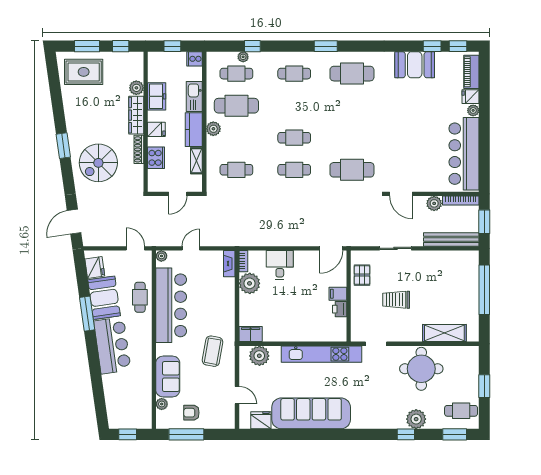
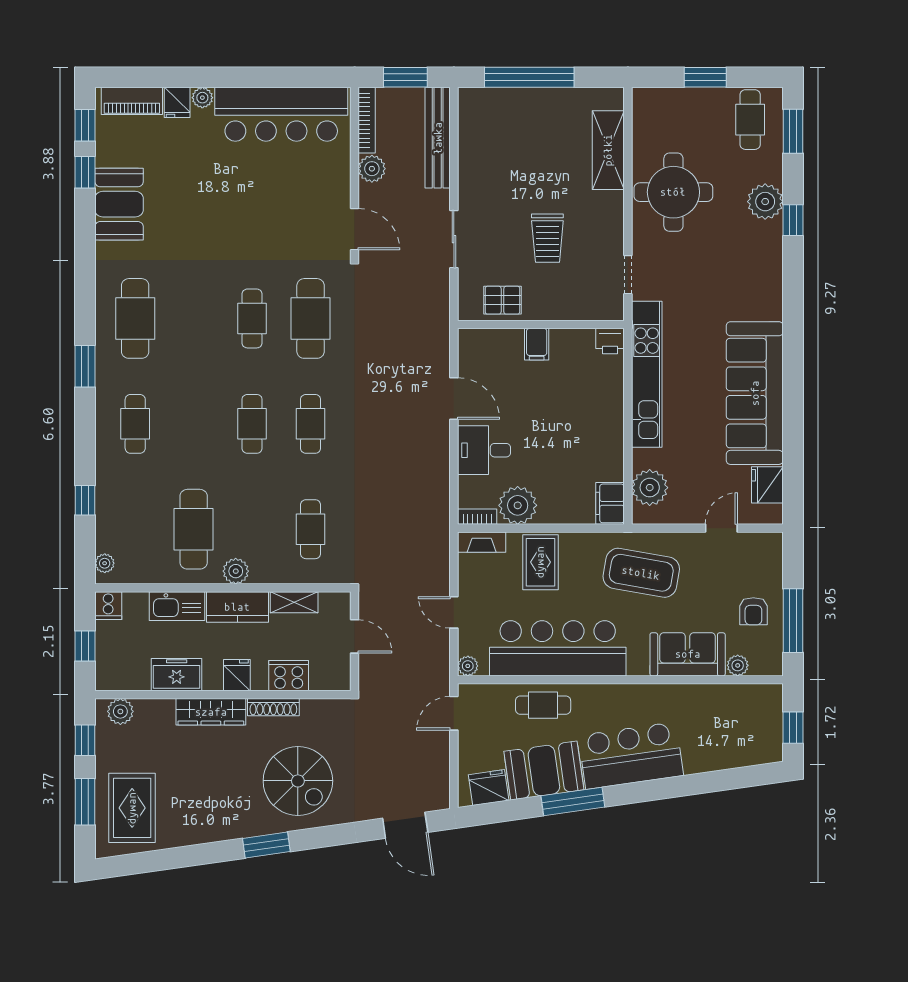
plant: (243, 57) -> (105, 563), moved
cafe table: (236, 74) -> (252, 318), moved
plant: (136, 88) -> (120, 711), moved
door: (401, 194) -> (355, 229), hinge flipped
door: (331, 248) -> (454, 398), moved
rug: (218, 296) -> (540, 562), added
printer: (340, 309) -> (610, 341), moved
coffee table: (213, 351) -> (641, 573), width x1.36, depth x1.32

